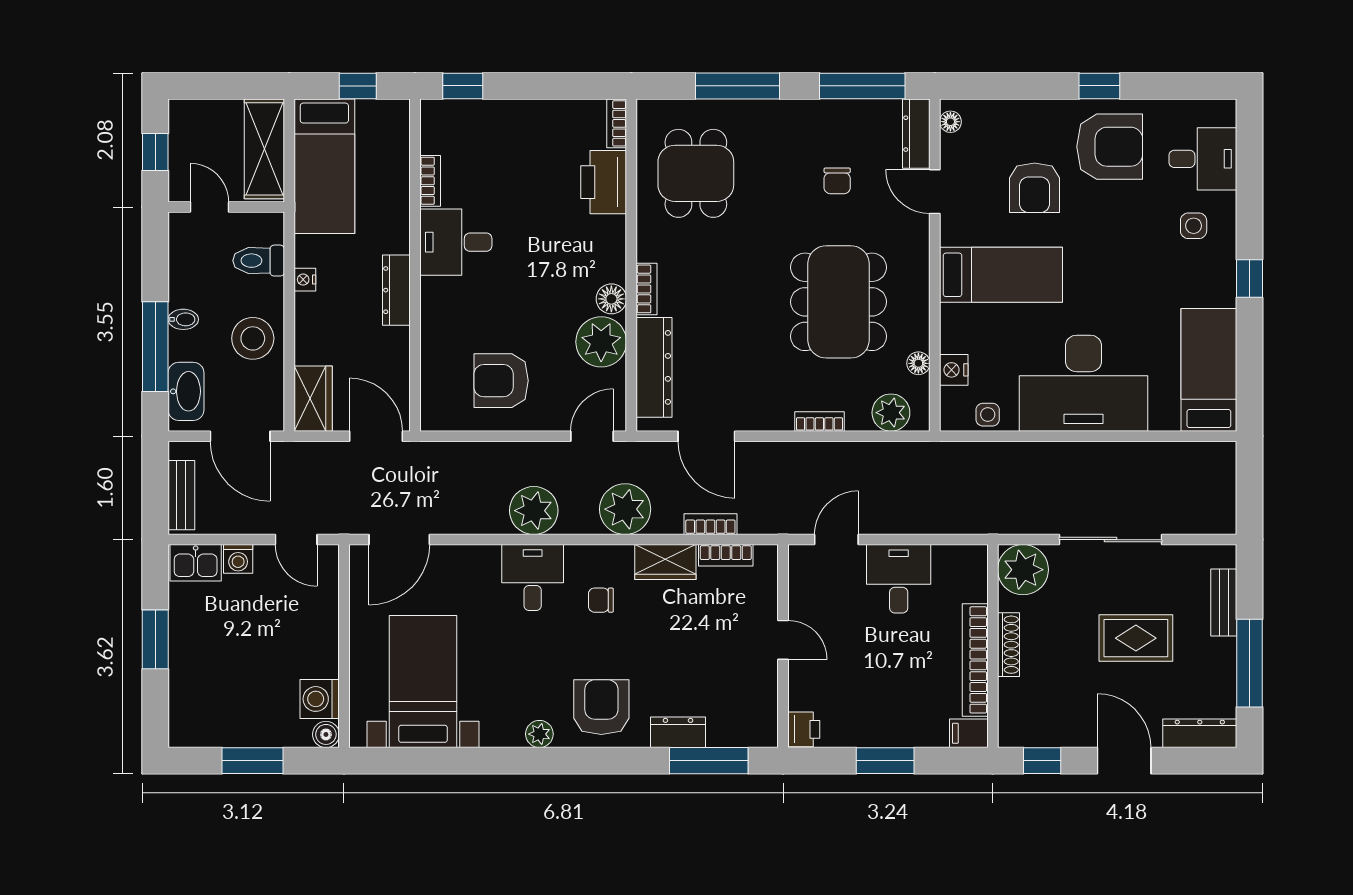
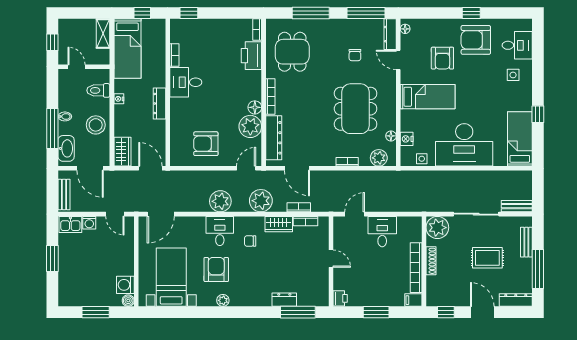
armchair: (1110, 147) -> (476, 40), turned 180
shelving: (264, 149) -> (103, 33), width x0.67, depth x0.75
window: (1249, 279) -> (538, 114), moved
bookcase: (647, 289) -> (270, 97), width x1.56
bench: (1202, 521) -> (517, 206), added
armchair: (601, 707) -> (216, 269), moved

